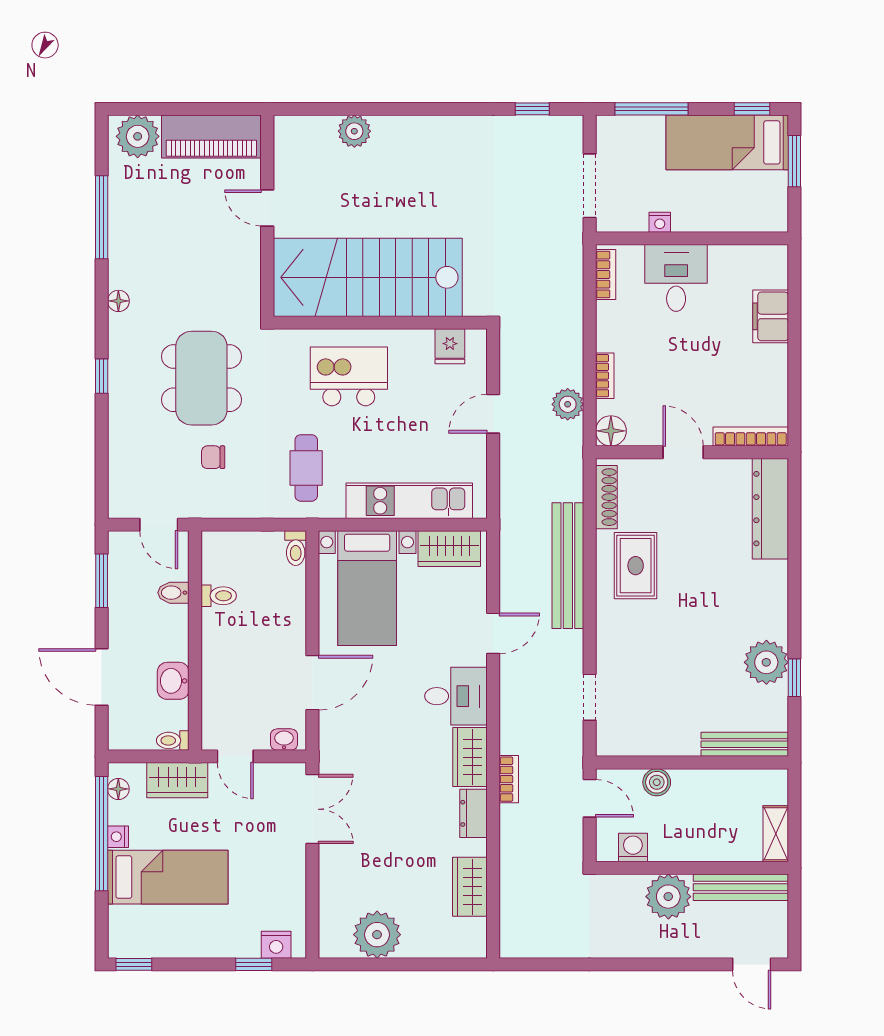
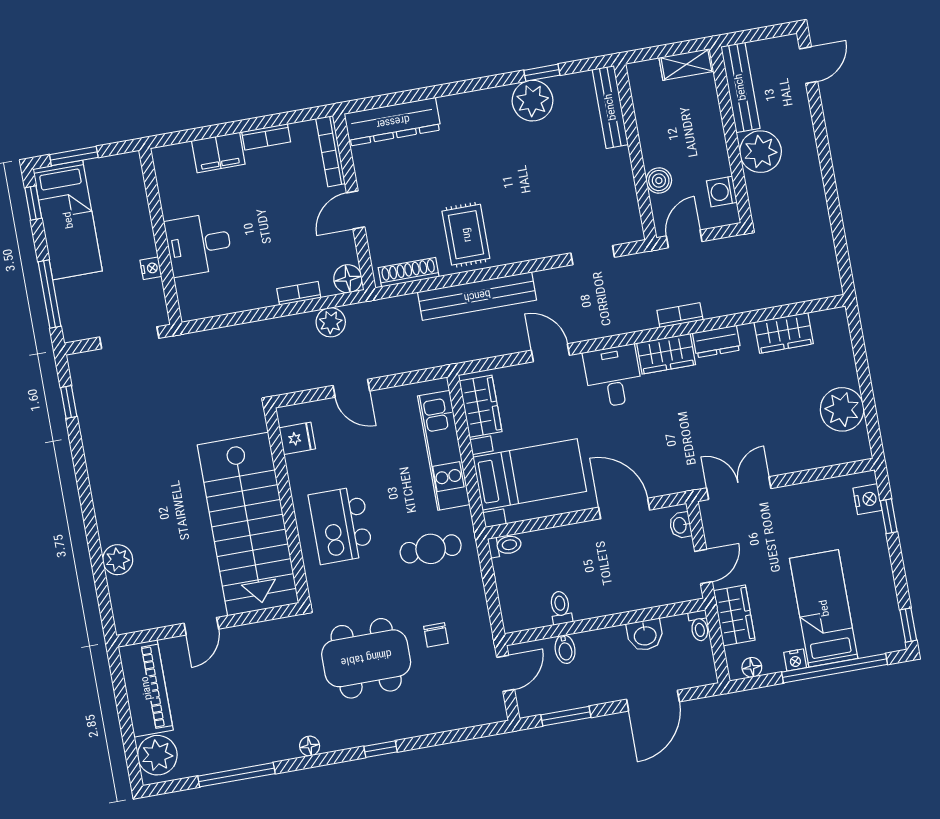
bookcase: (606, 274) -> (266, 137), moved, turned 180
rug: (636, 566) -> (466, 235), turned 90
window: (102, 834) -> (835, 668), moved

